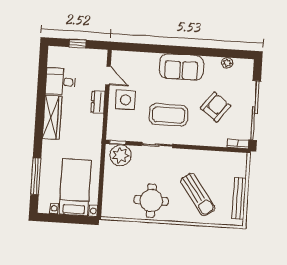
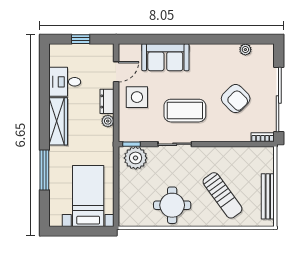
sofa: (182, 67) -> (165, 57), moved
door: (108, 76) -> (116, 72), hinge flipped
armchair: (215, 107) -> (236, 99), turned 98
plant: (97, 120) -> (108, 121), added
window: (36, 176) -> (44, 170), moved

